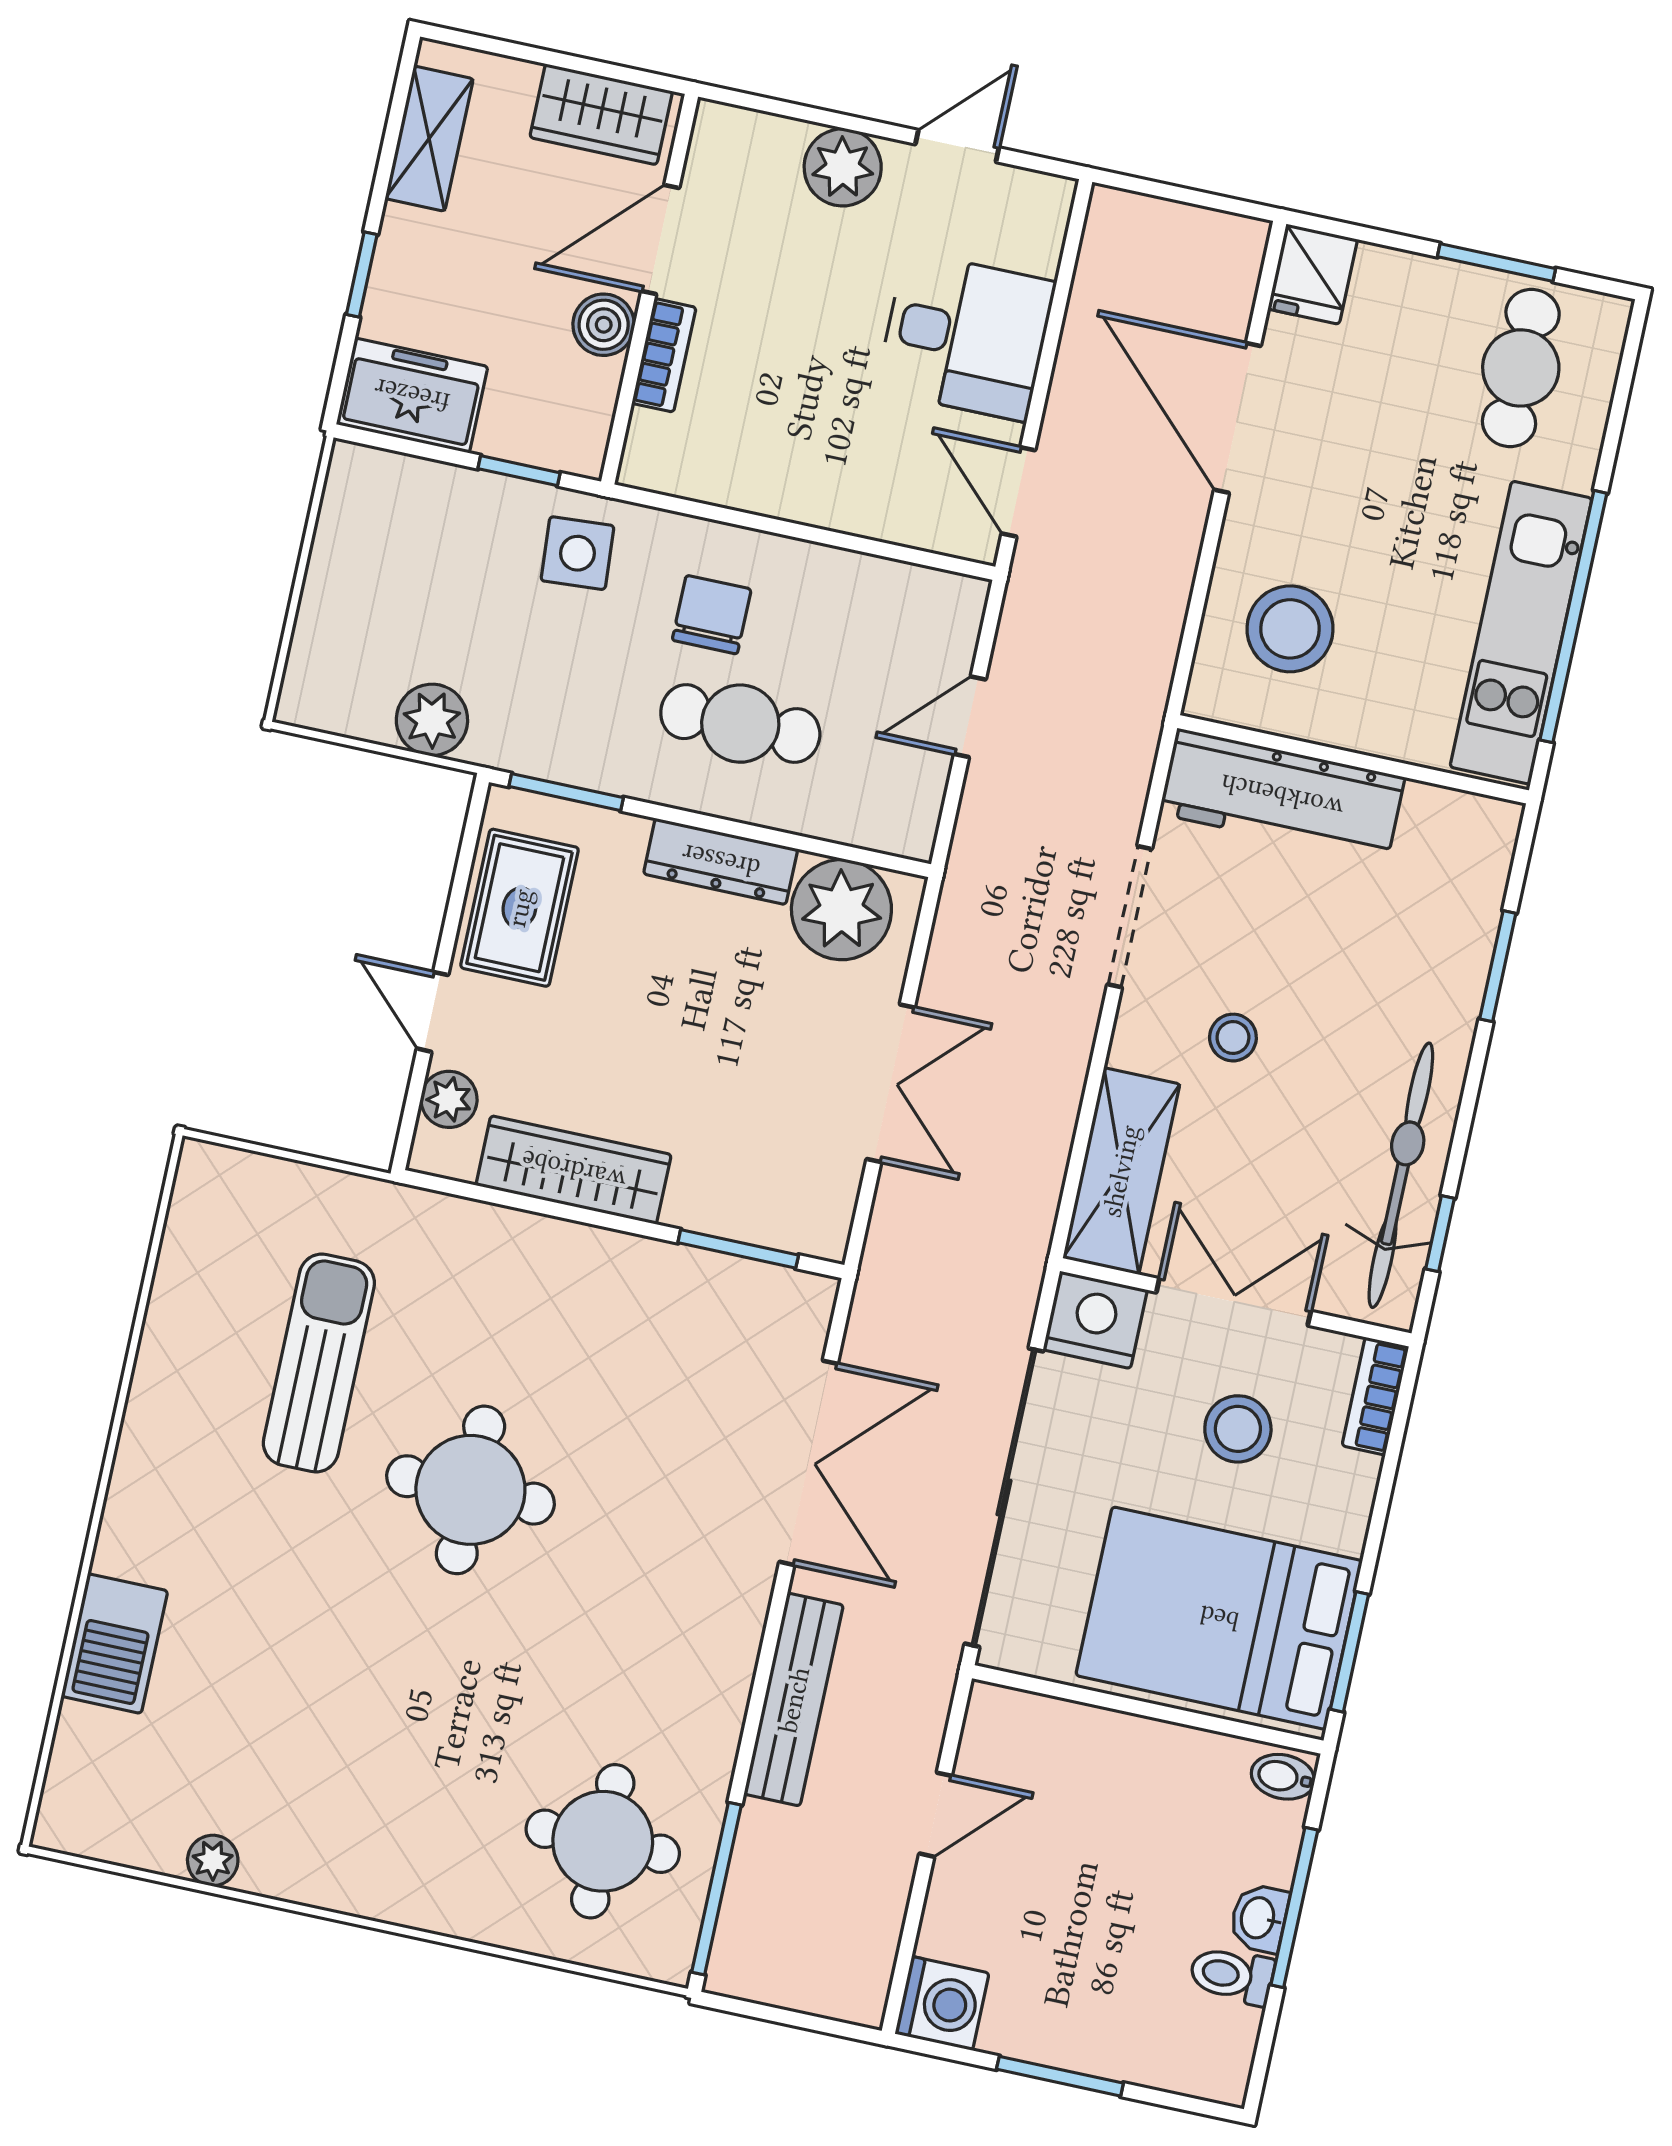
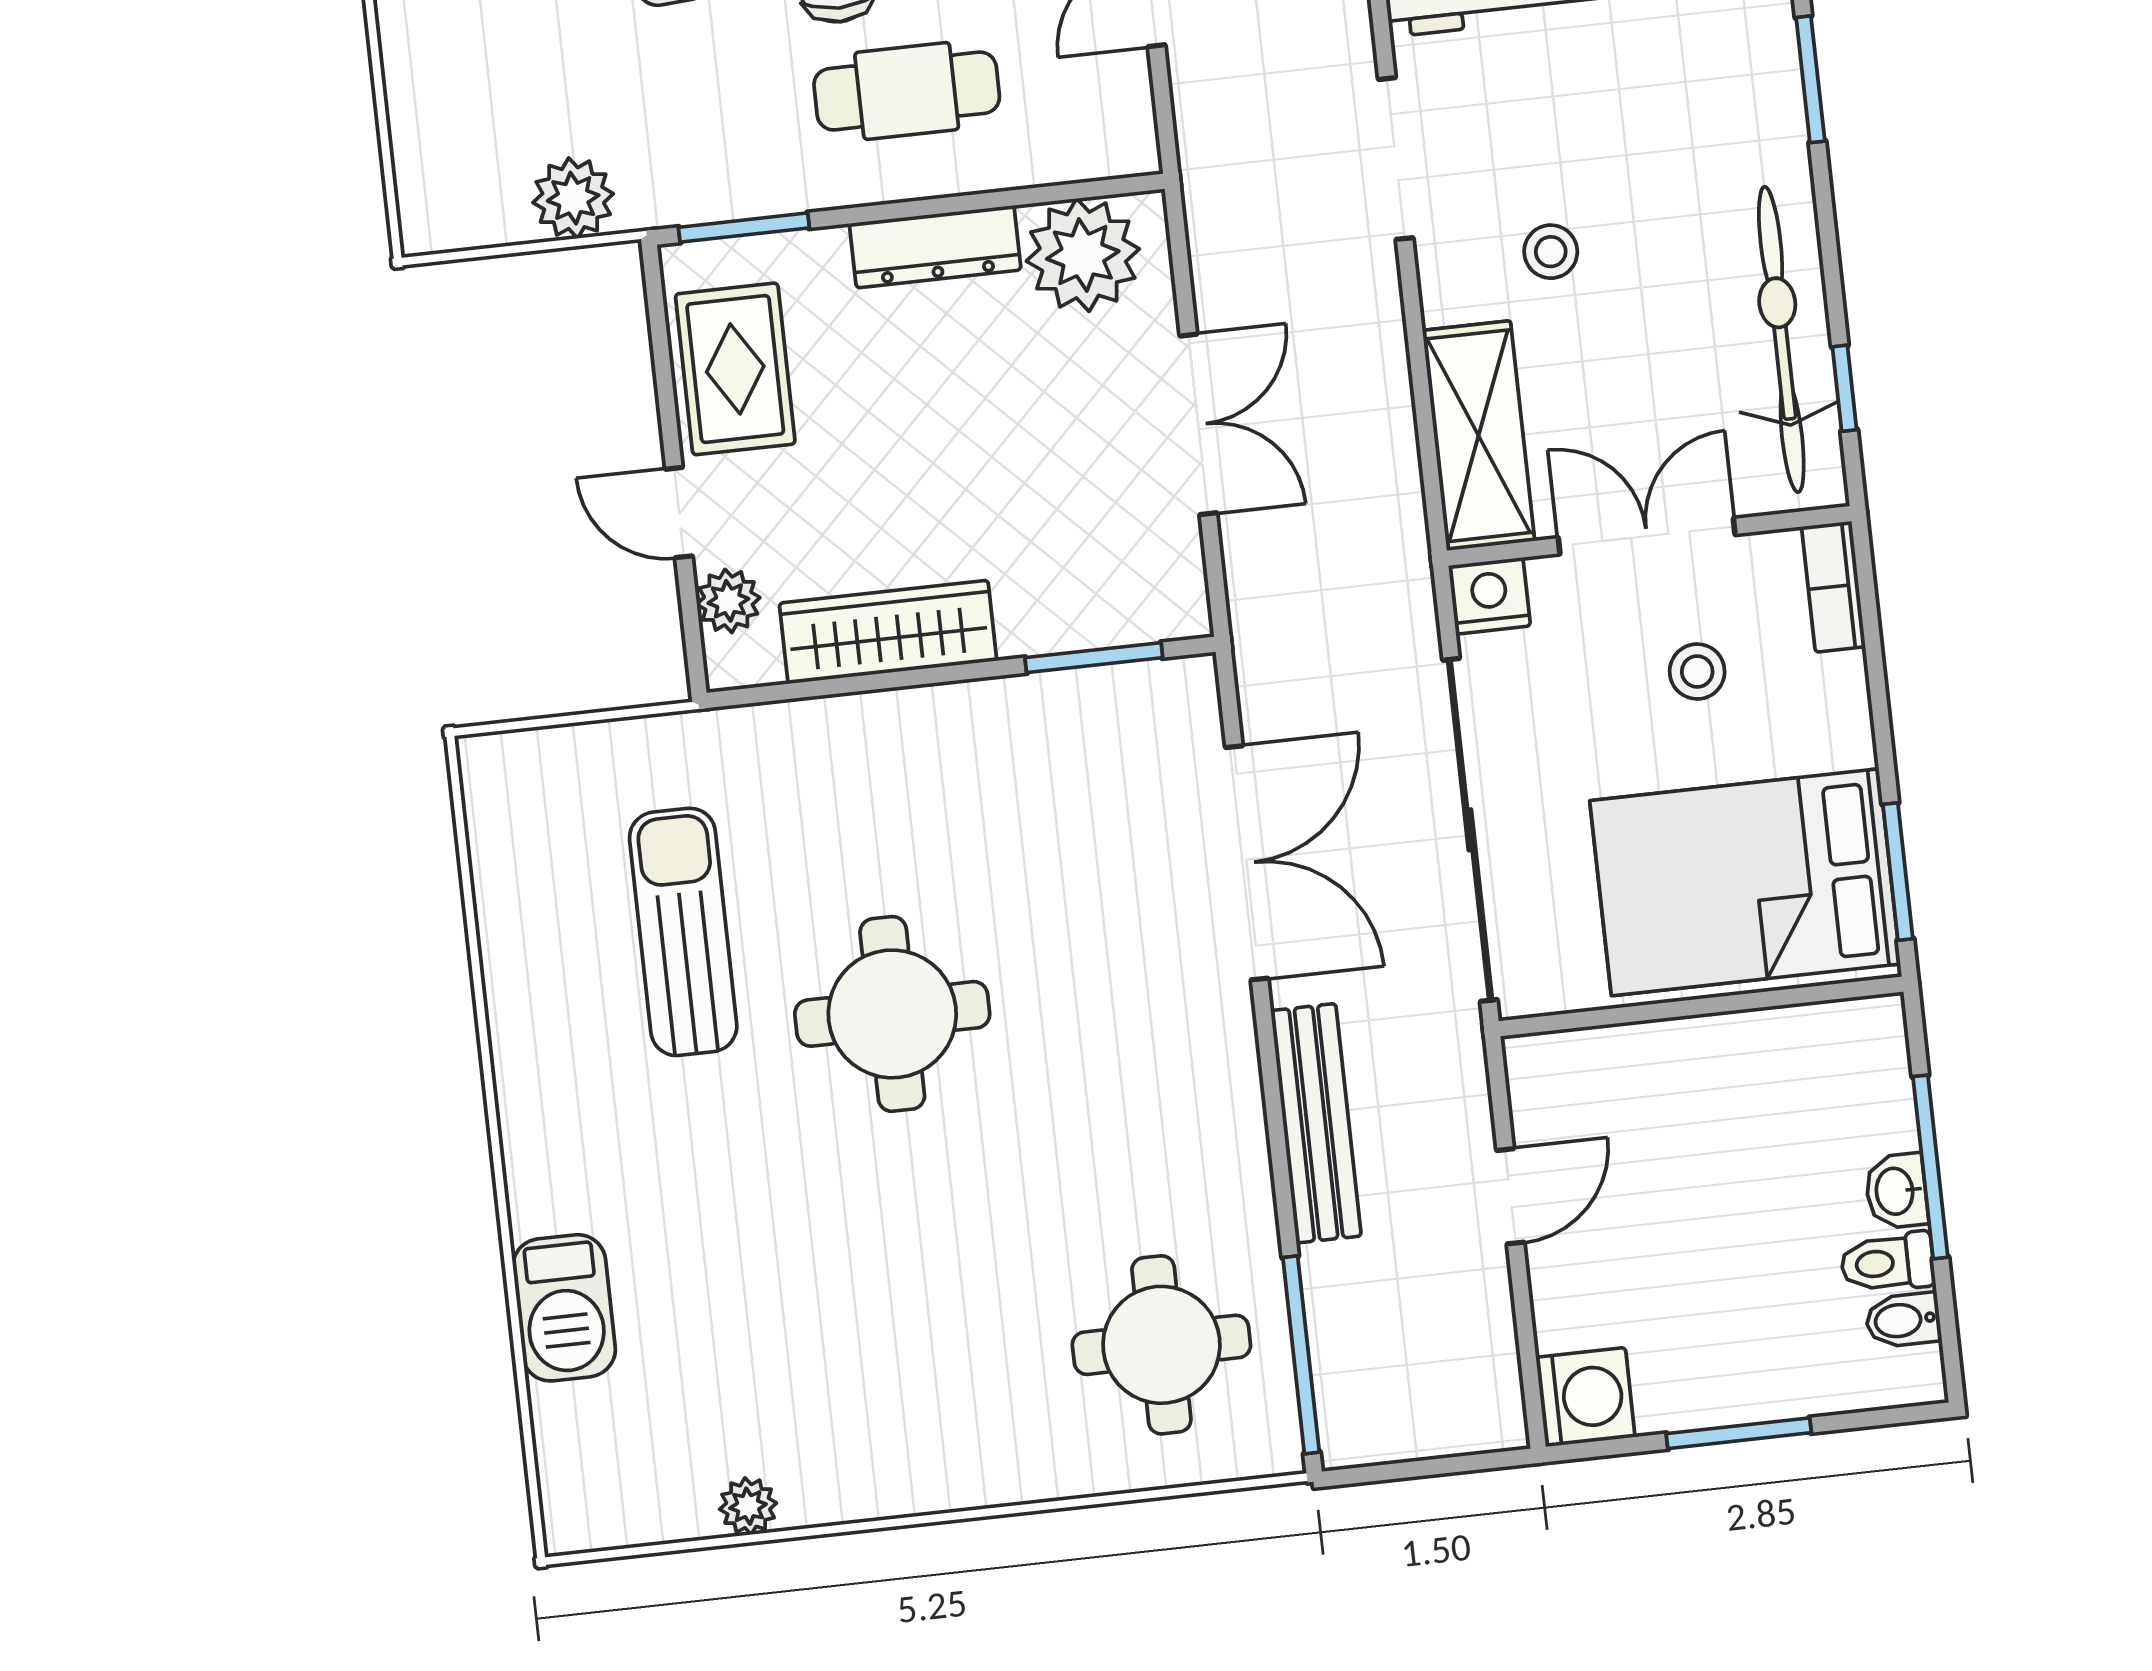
nightstand: (1095, 1320) -> (1489, 596), width x0.74, depth x0.75
stool: (1238, 1429) -> (1697, 672), width x0.73, depth x0.73
bidet: (1283, 1777) -> (1903, 1320), moved

